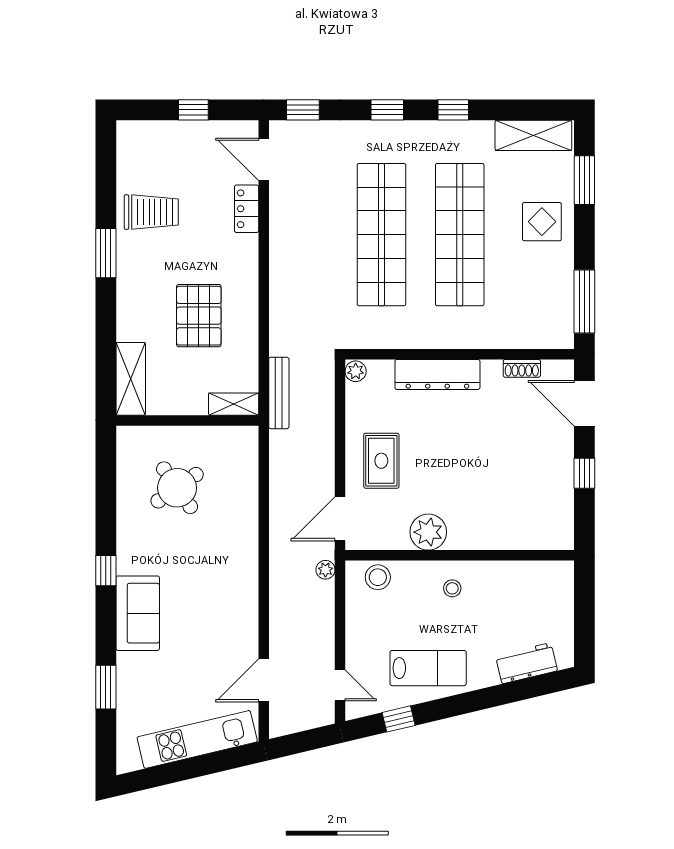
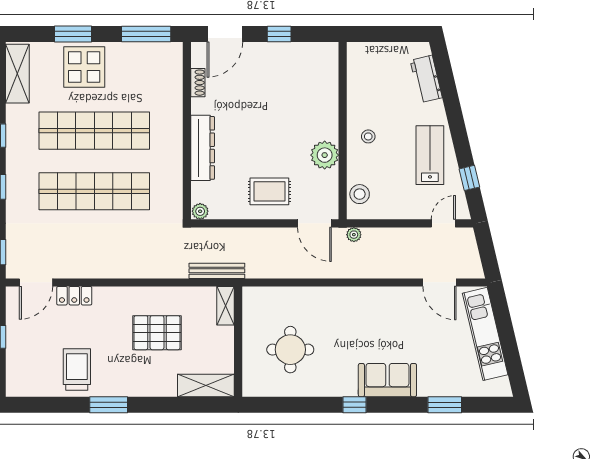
window: (584, 180) -> (73, 34), moved
display table: (542, 222) -> (84, 67), width x1.36, depth x1.36
round table: (177, 488) -> (290, 350), turned 35

